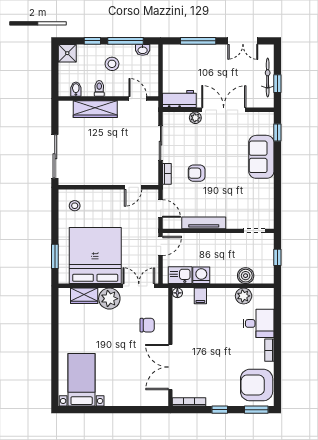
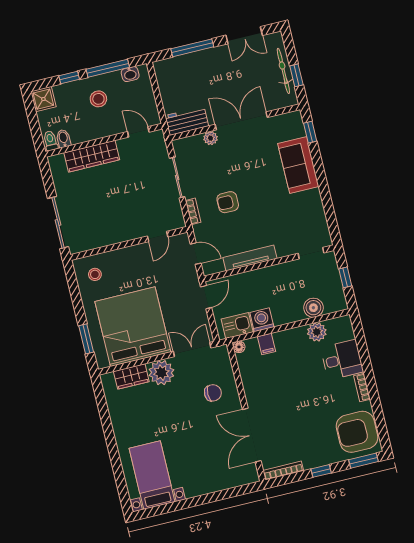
toilet: (99, 88) -> (50, 141), moved

